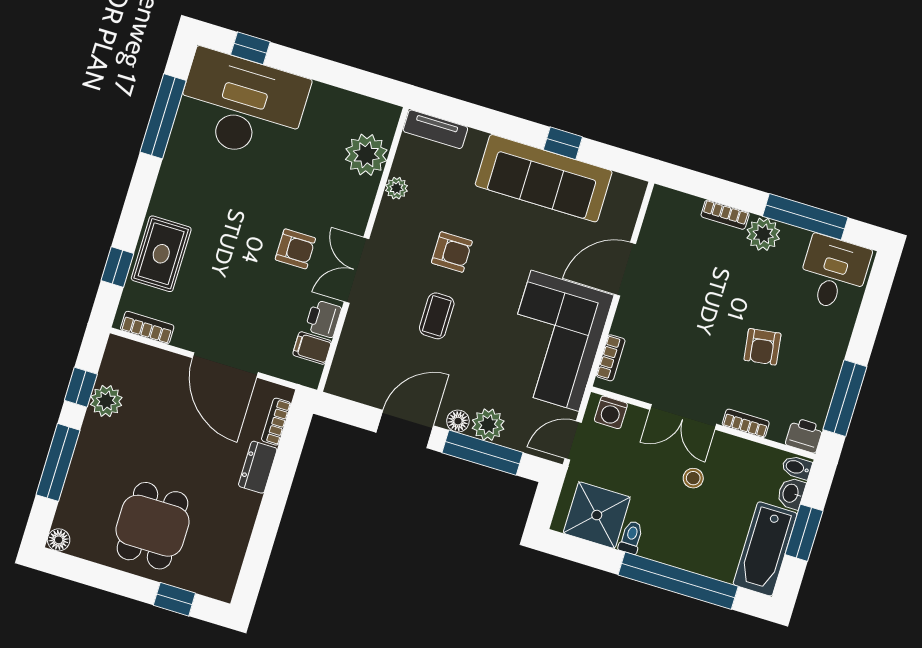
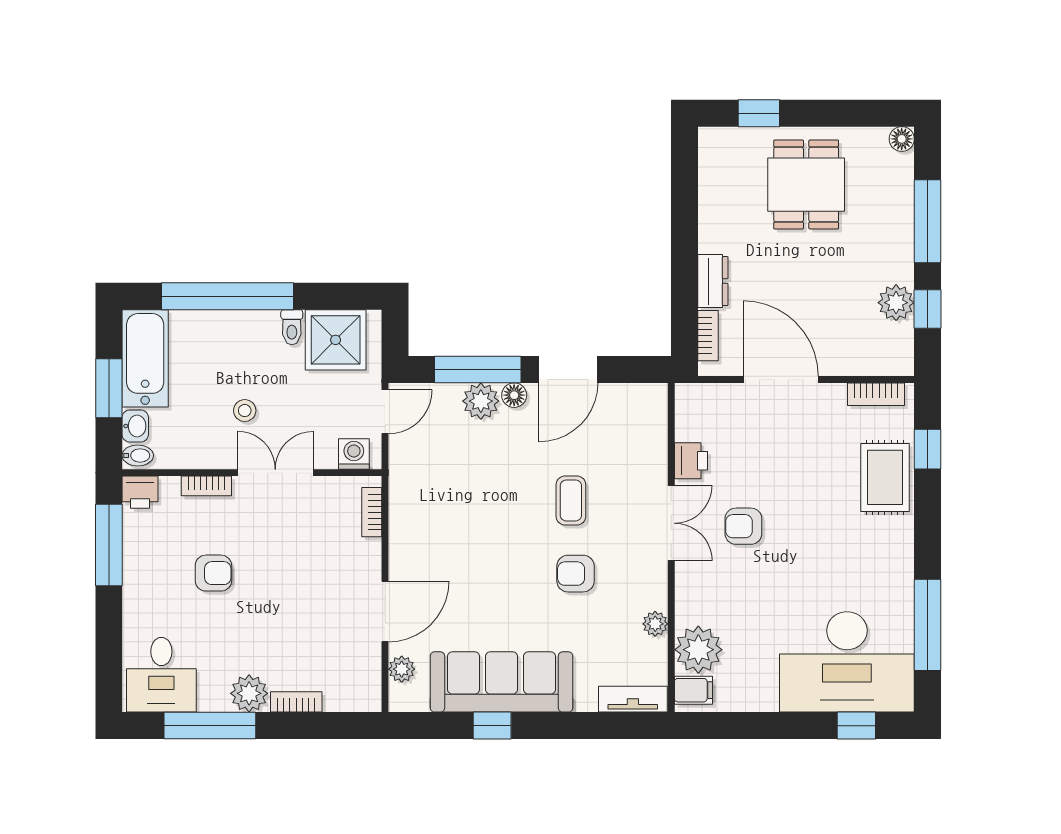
plant: (626, 215) -> (402, 669), added
corner sofa: (555, 341) -> (437, 512), removed
armchair: (762, 347) -> (213, 573), turned 98
filing cabinet: (312, 348) -> (693, 690), moved

